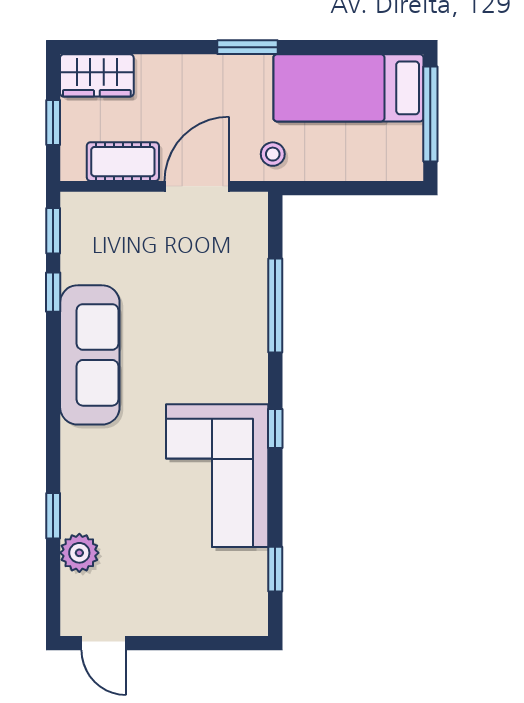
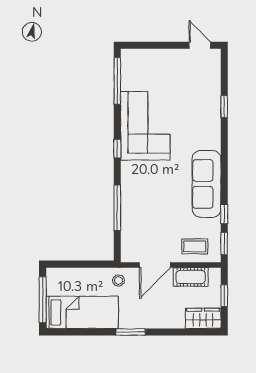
coffee table: (114, 225) -> (195, 246), added
plant: (79, 553) -> (212, 89), removed
window: (275, 569) -> (117, 81), width x2.17

